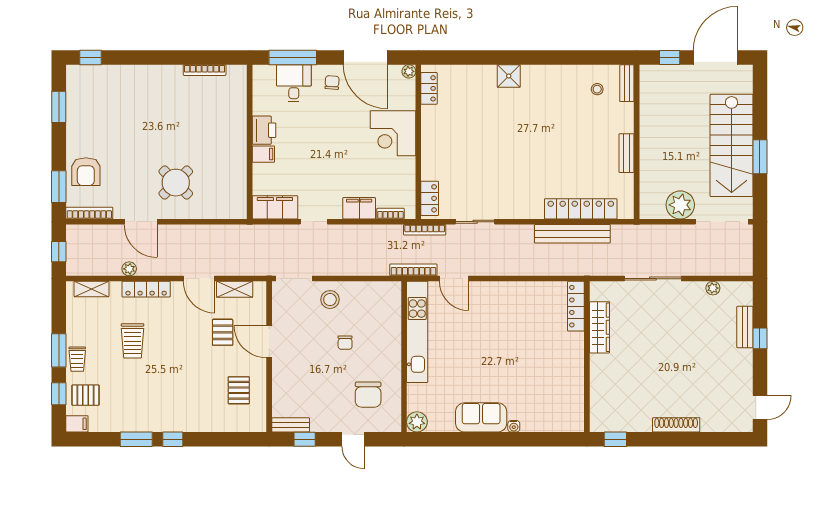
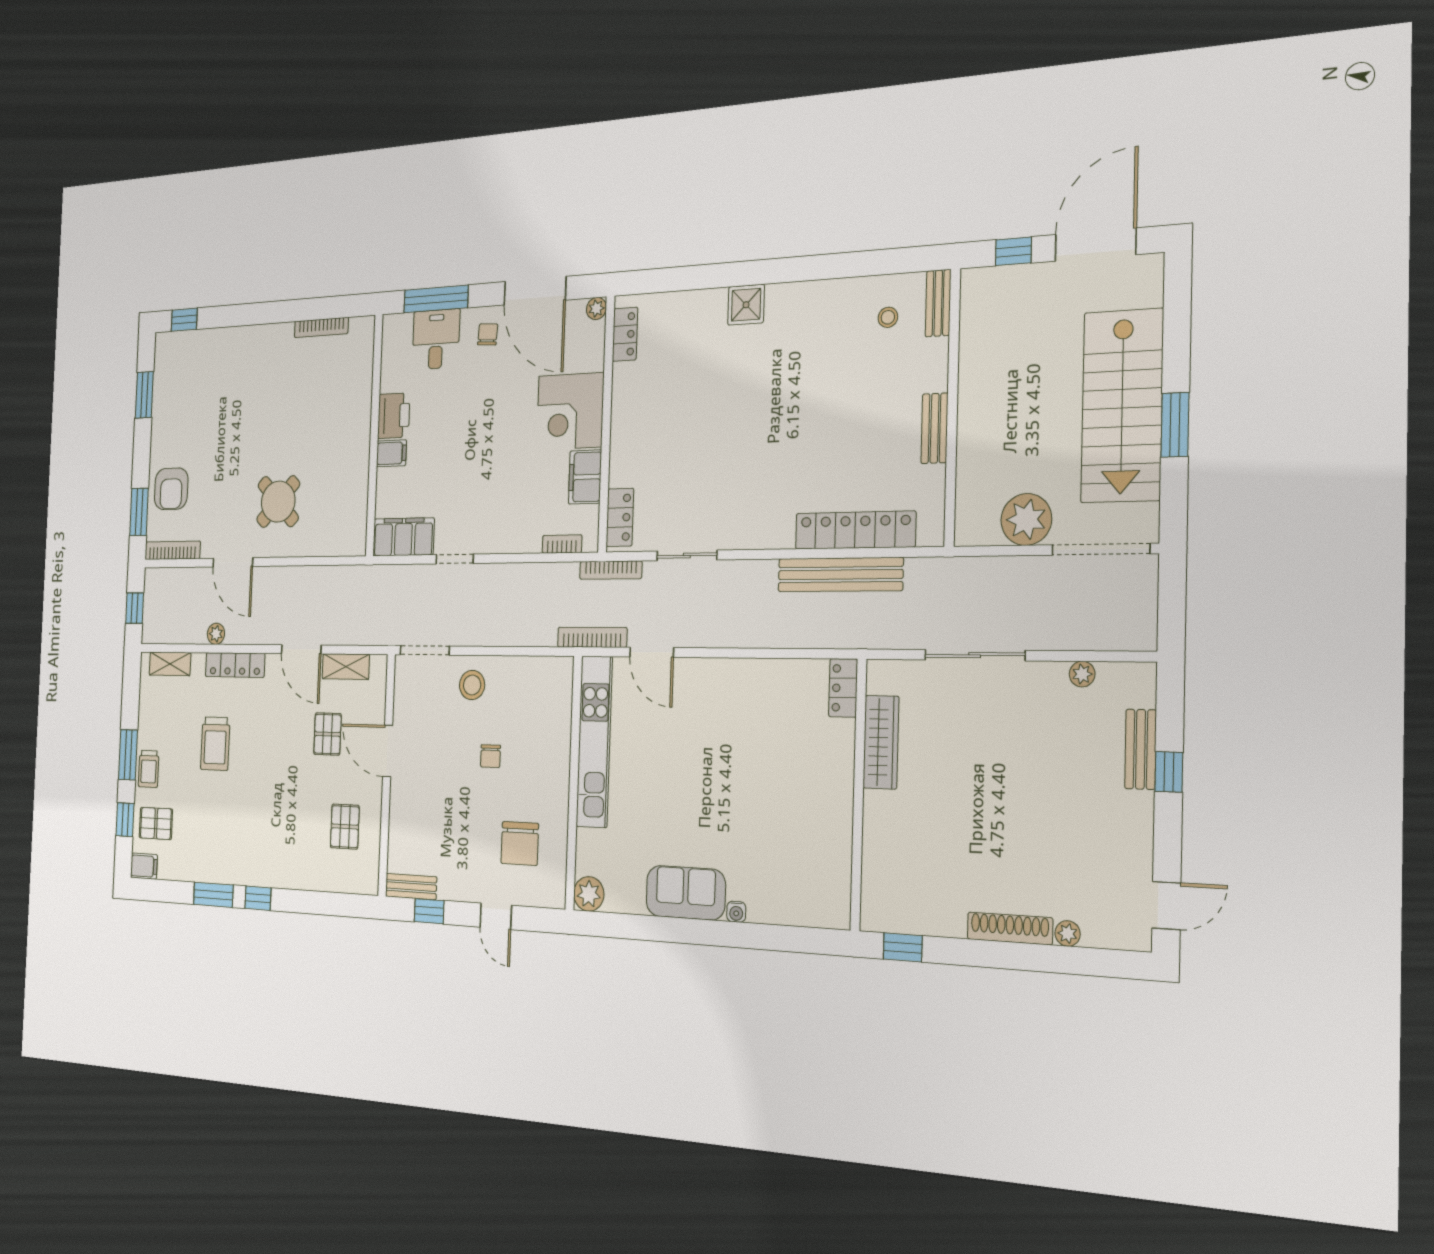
filing cabinet: (359, 208) -> (585, 477), moved, turned -90
locker: (576, 306) -> (843, 688), width x0.66
plant: (708, 425) -> (1068, 934), added

